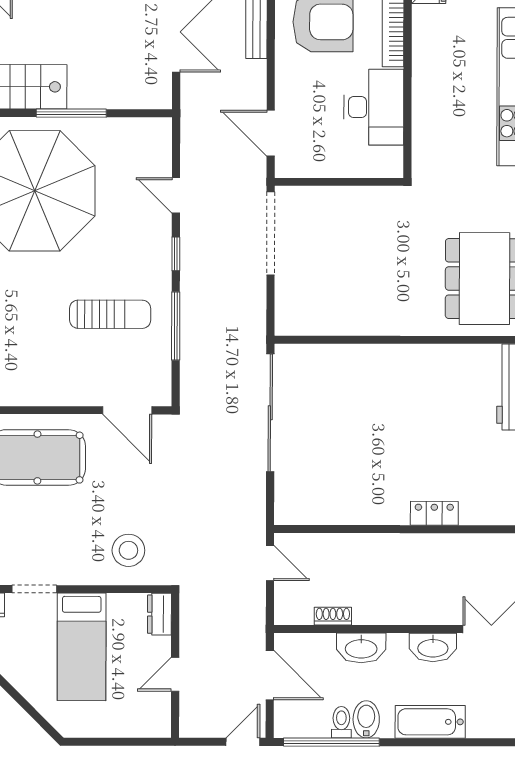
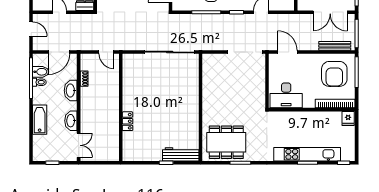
desk: (374, 107) -> (286, 95), moved
door: (271, 133) -> (287, 52), hinge flipped
door: (270, 563) -> (106, 52), hinge flipped
bidet: (366, 719) -> (41, 72), moved
door: (243, 742) -> (31, 29), moved

